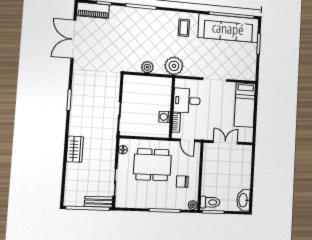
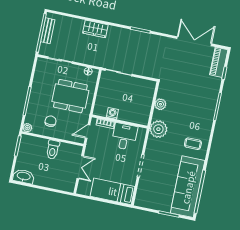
dining table: (152, 165) -> (70, 96), turned 90
bench: (98, 202) -> (48, 31), moved
toilet: (210, 202) -> (53, 150), moved

